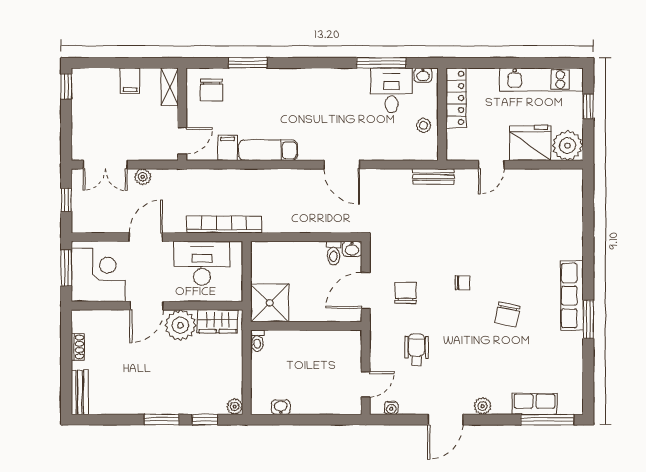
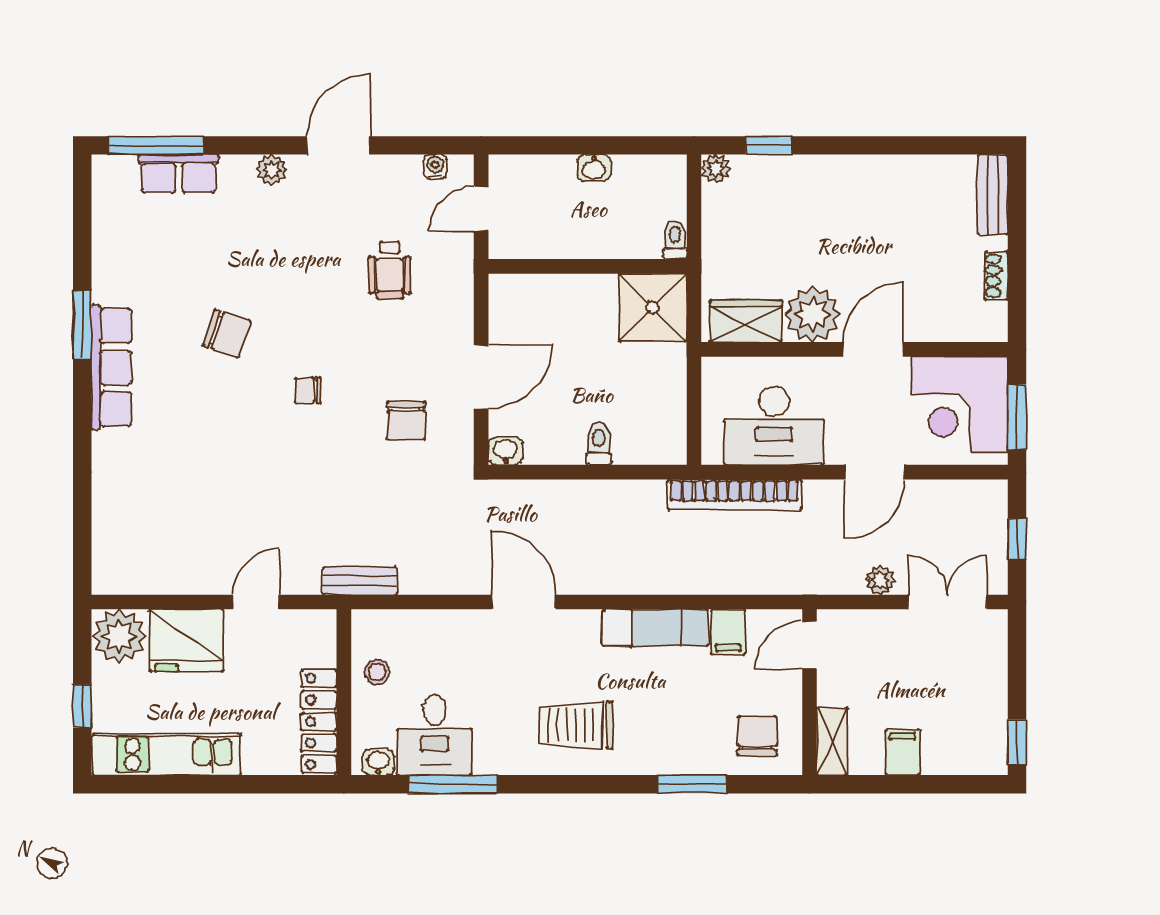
trolley: (312, 96) -> (576, 725), added
toilet: (333, 253) -> (599, 444), moved
chair: (406, 293) -> (406, 421), moved
shower: (270, 303) -> (653, 308), moved
chair: (507, 315) -> (227, 333), turned 97
wall: (306, 326) -> (588, 266), moved
toilet: (257, 341) -> (675, 240), moved
washbasin: (281, 407) -> (594, 168), moved
window: (162, 420) -> (846, 145), removed

